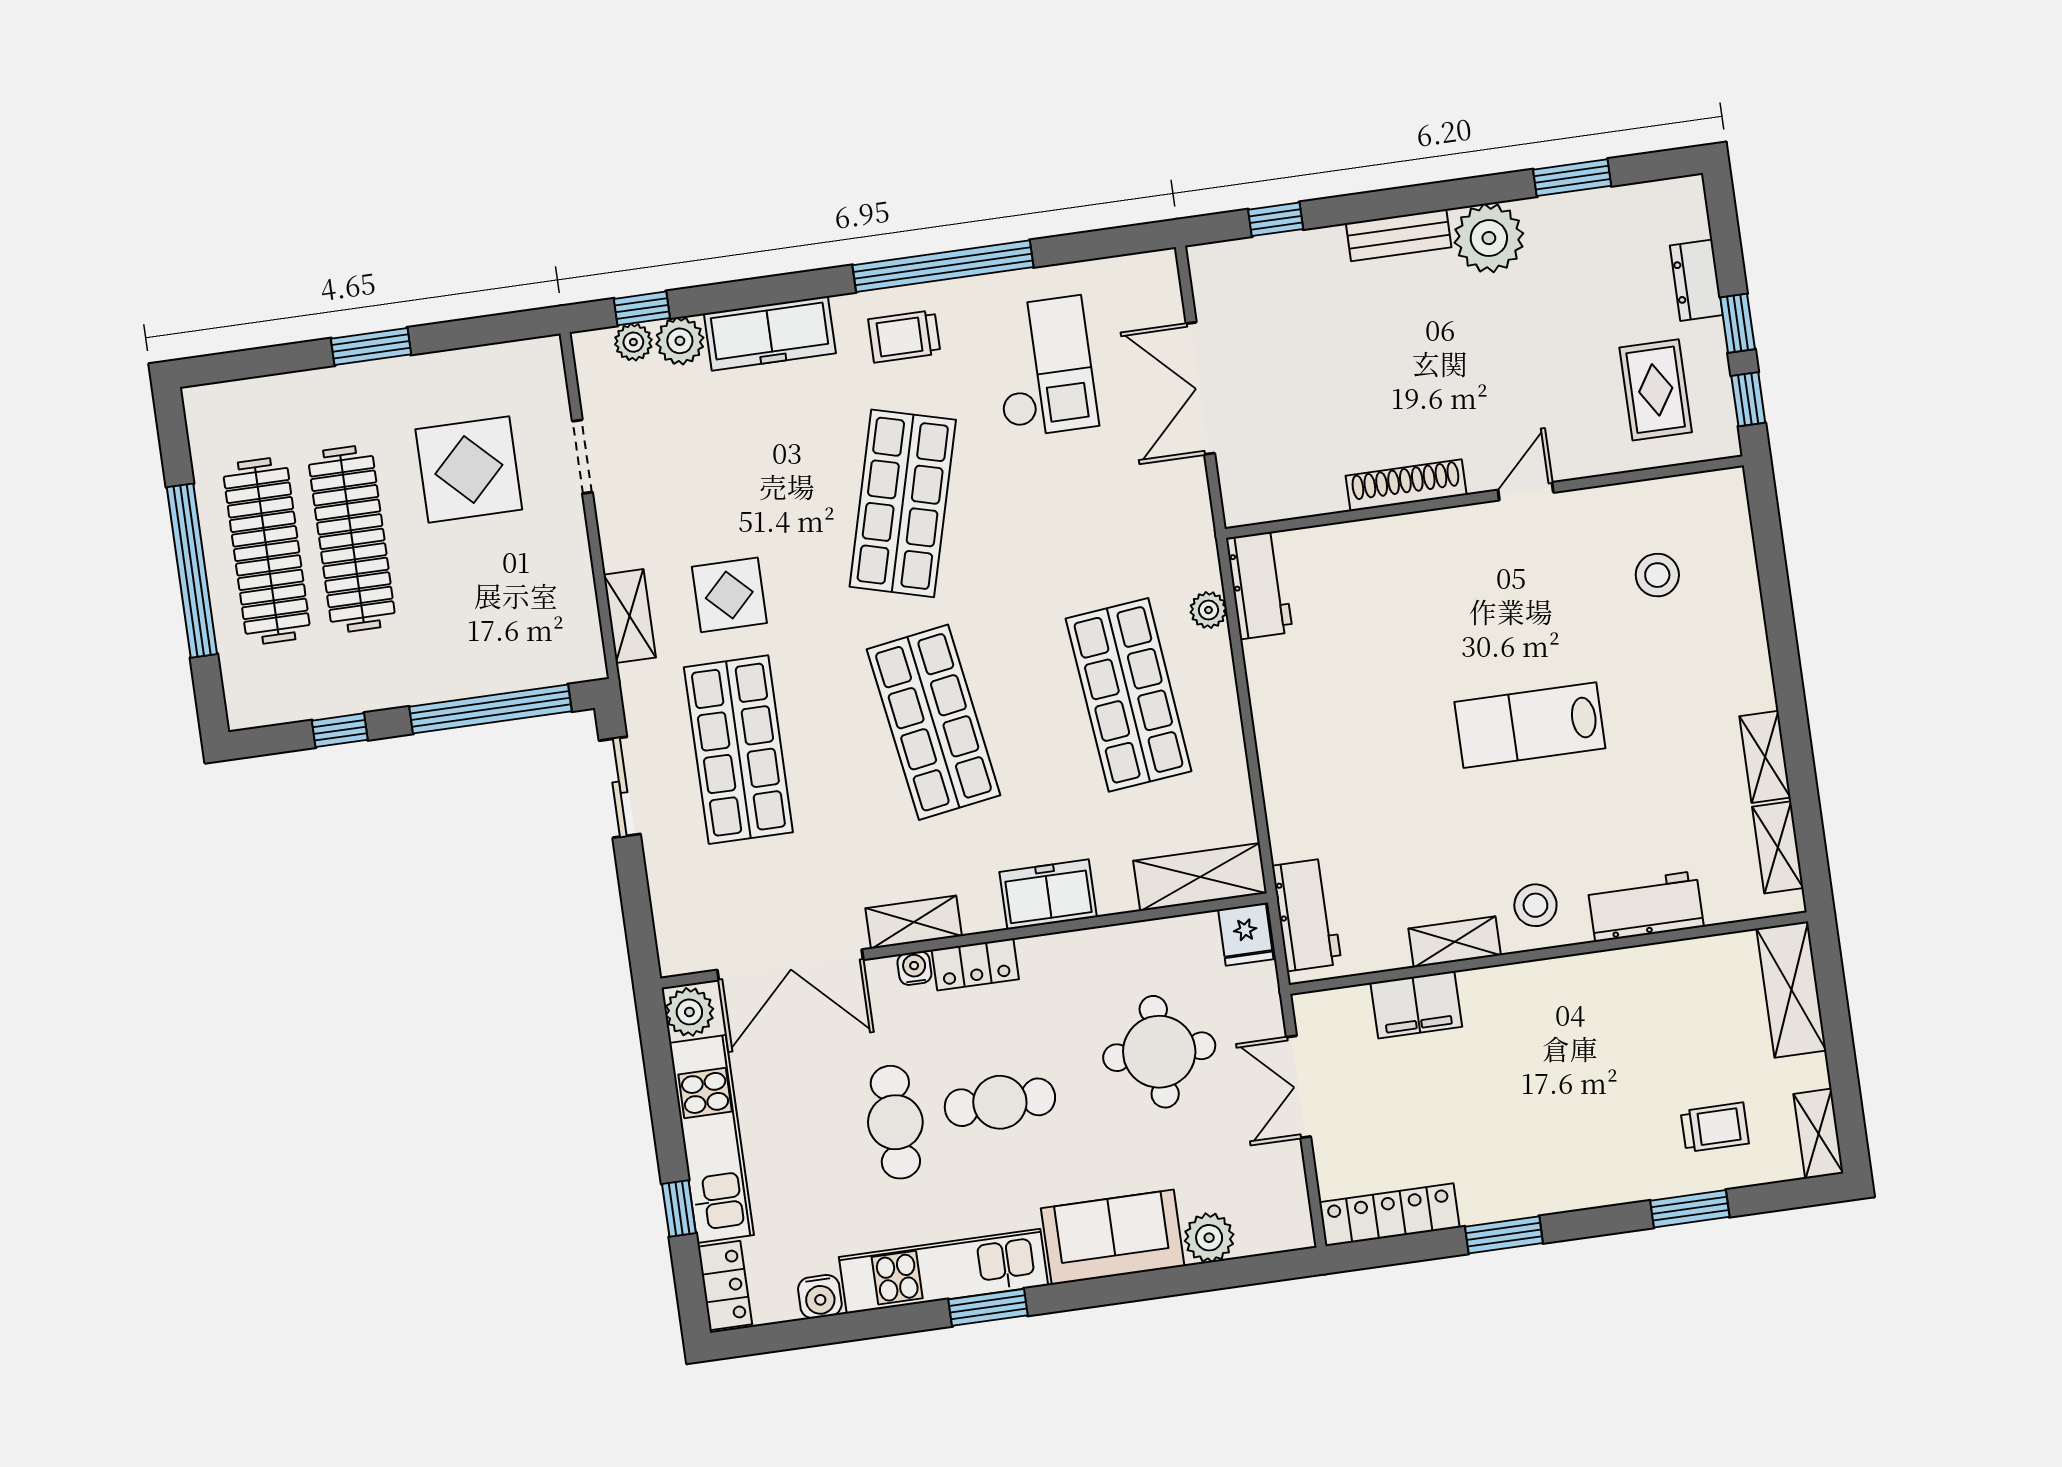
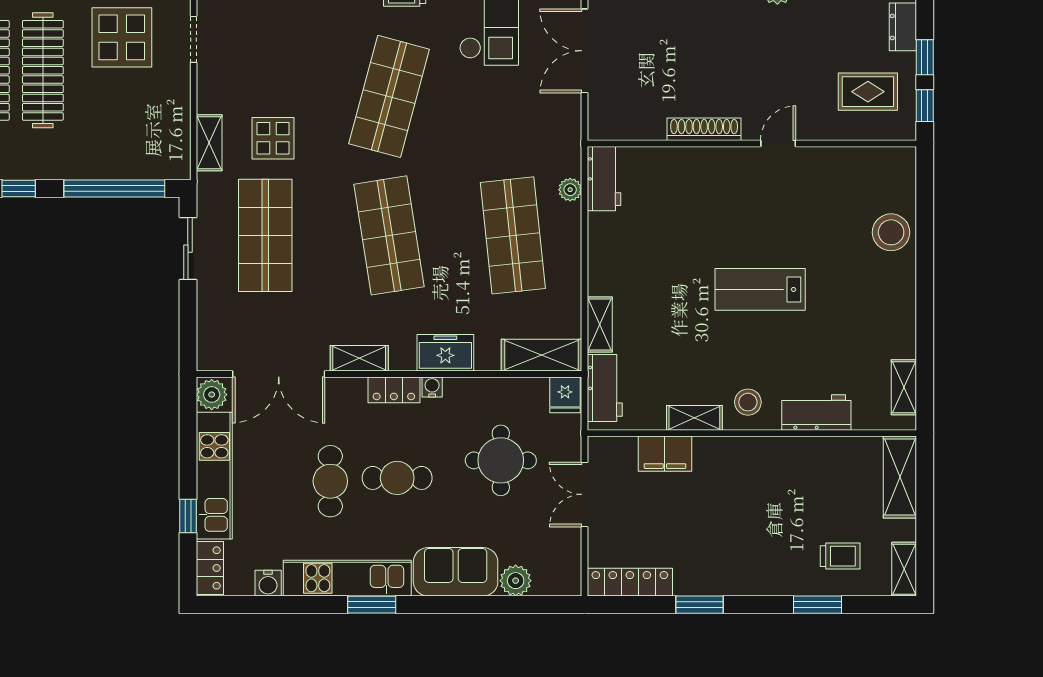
rug: (1656, 390) -> (868, 92), turned 90
stool: (1657, 575) -> (891, 232), moved, width x1.38, depth x1.38
shelving: (1765, 757) -> (600, 325), moved
water cooler: (914, 968) -> (432, 387), moved

